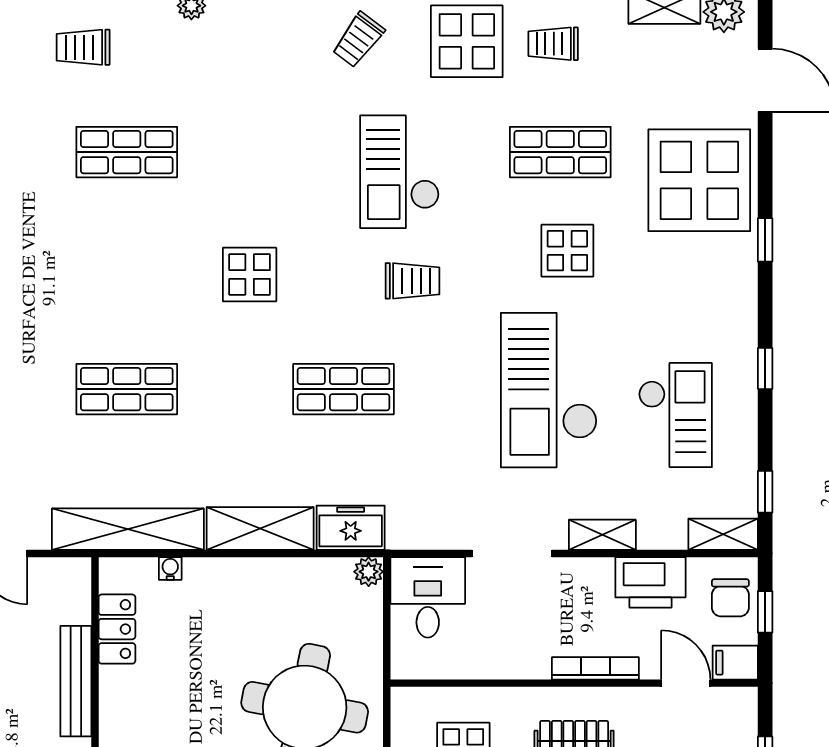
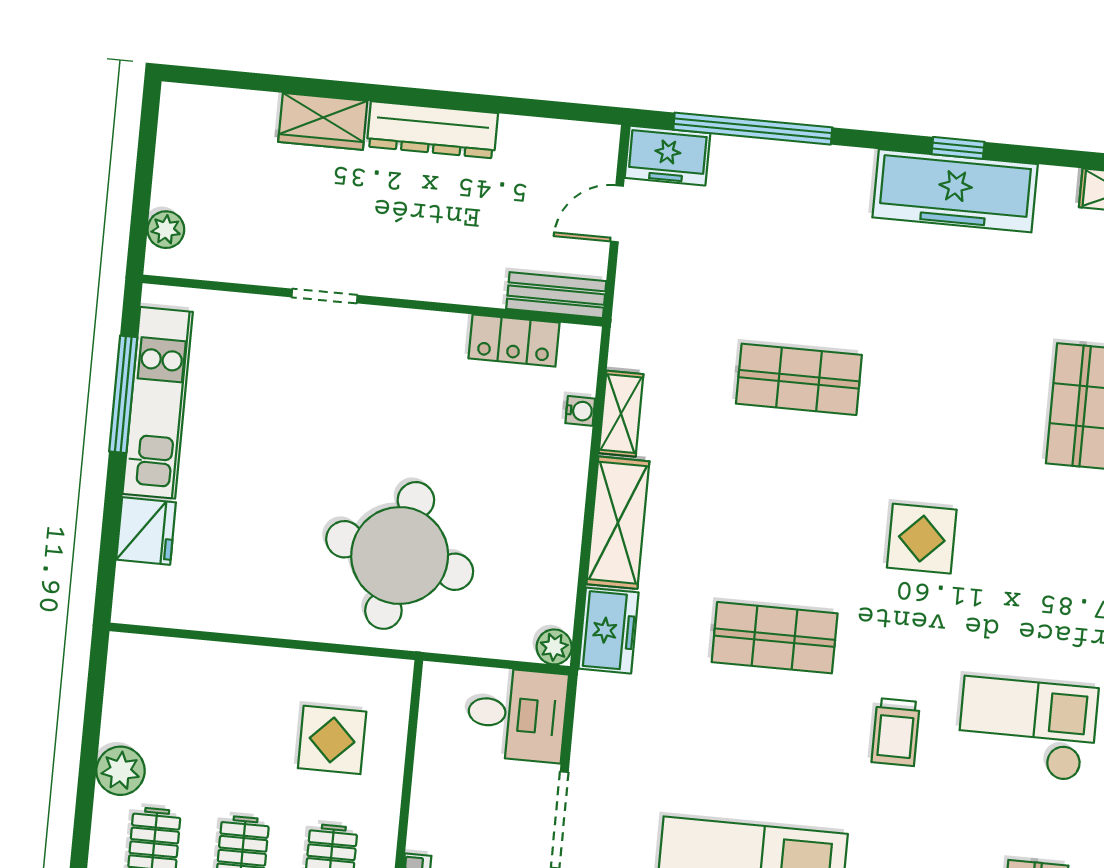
shop shelf: (127, 389) -> (799, 379), turned 90
shop shelf: (344, 389) -> (775, 638), turned 90
shelving: (128, 529) -> (621, 414), width x0.45, depth x0.75
bench: (76, 681) -> (556, 295), moved, width x0.73

